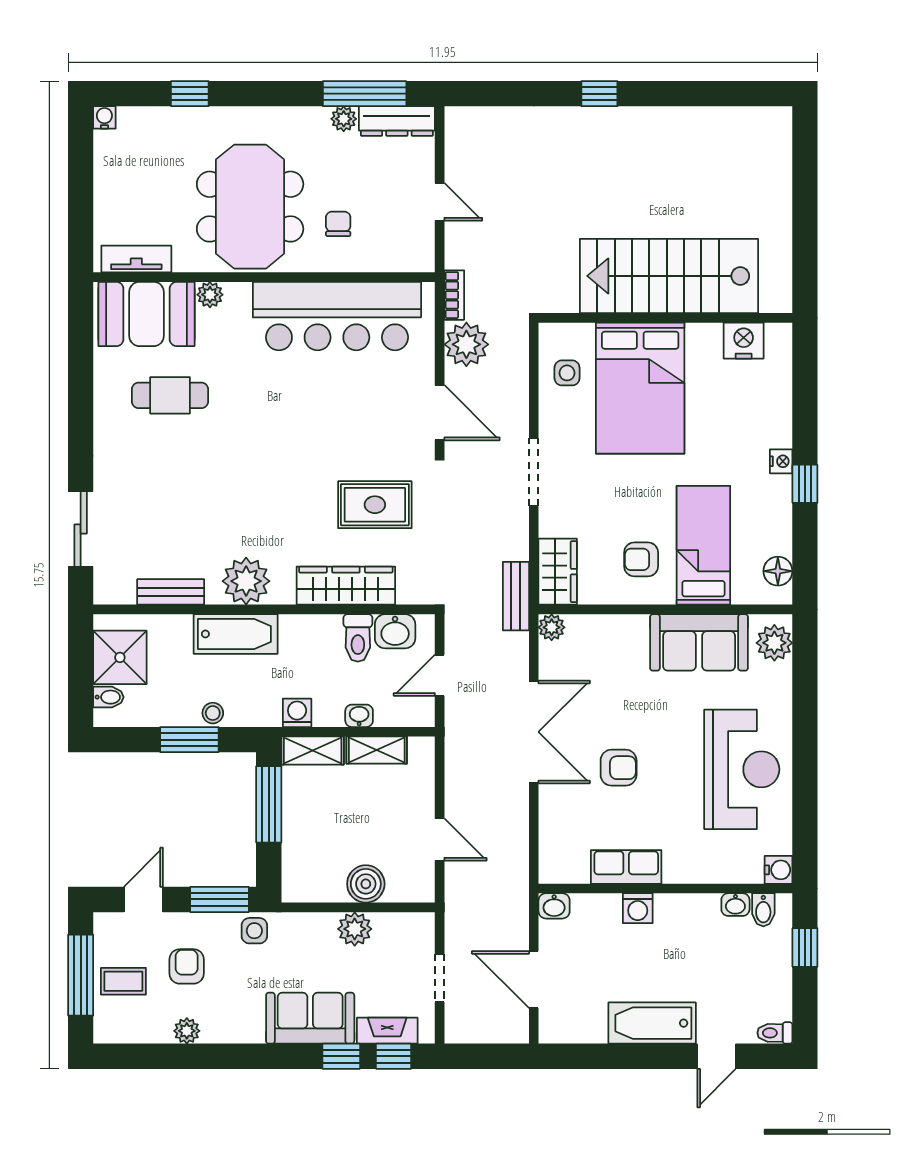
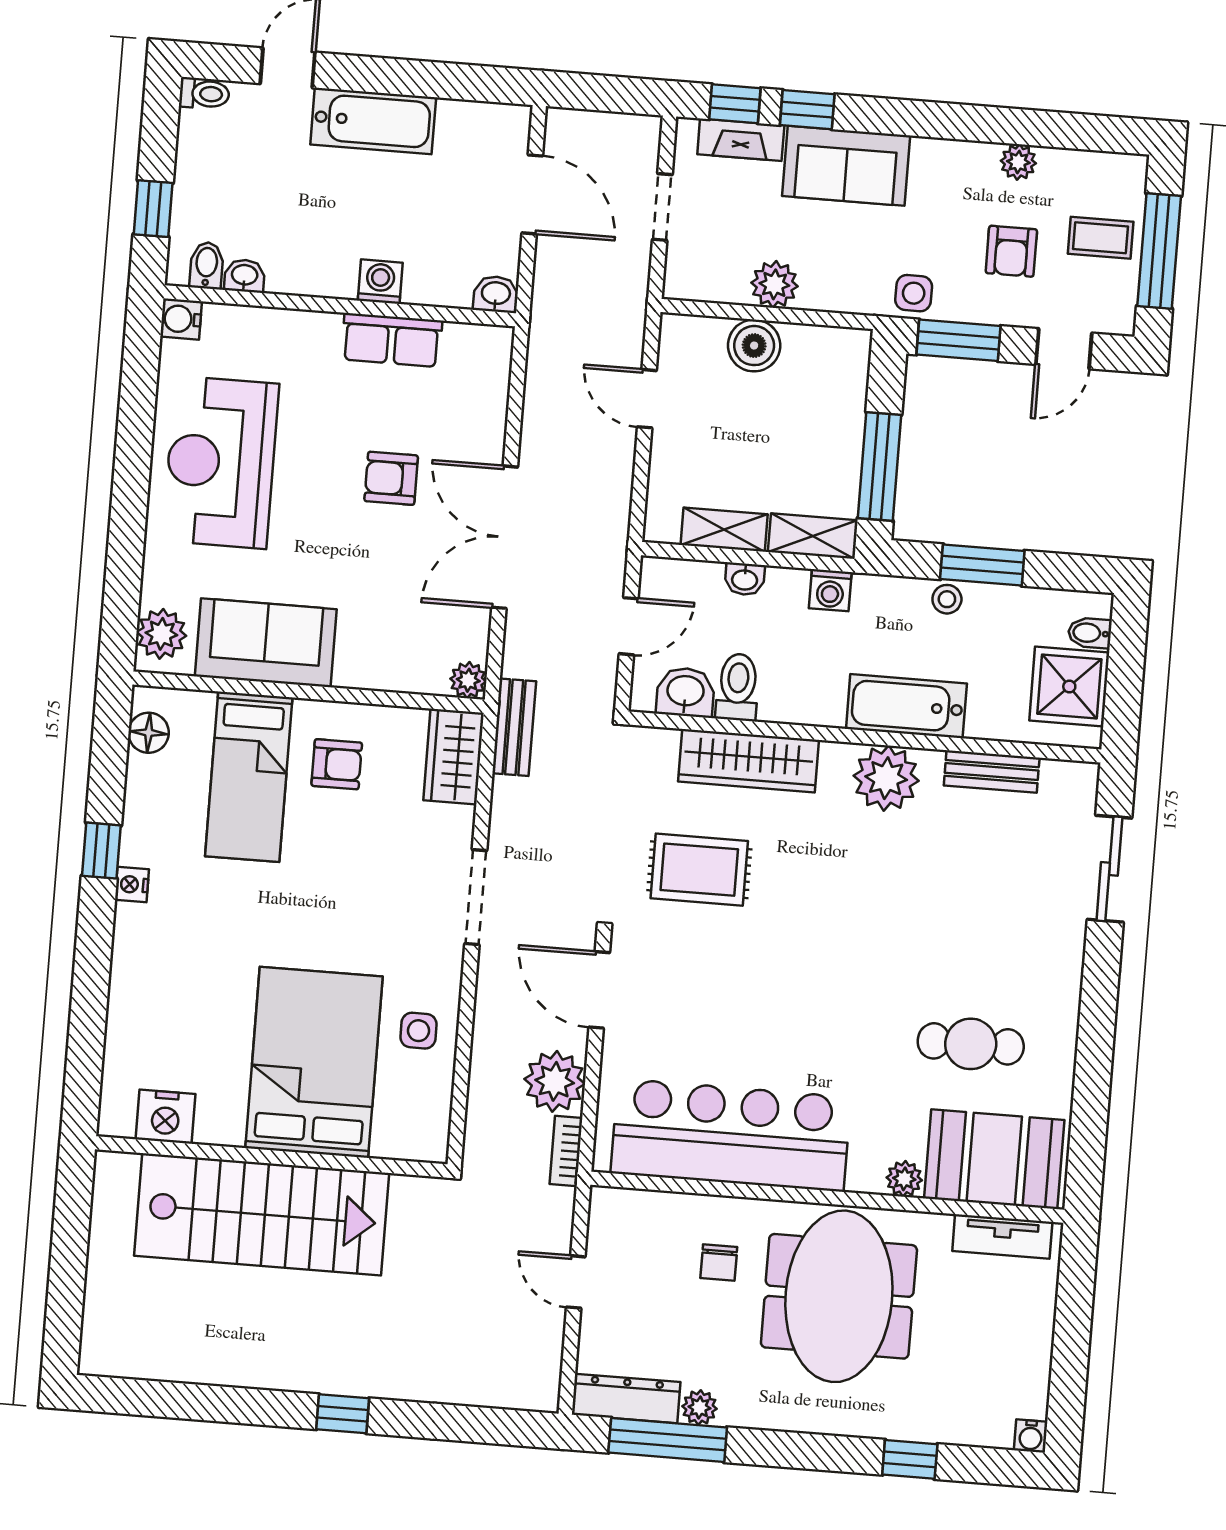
stairs: (669, 276) -> (262, 1214), moved
wall: (665, 318) -> (271, 1157), moved
nightstand: (744, 341) -> (166, 1117), moved
bed: (640, 388) -> (314, 1062), moved

